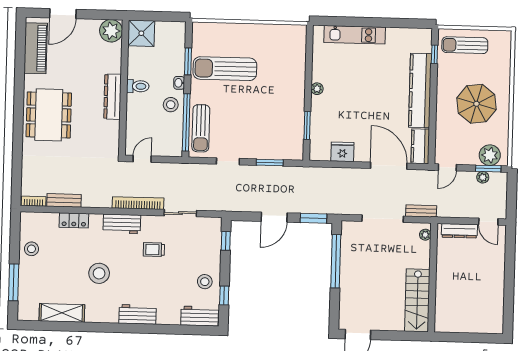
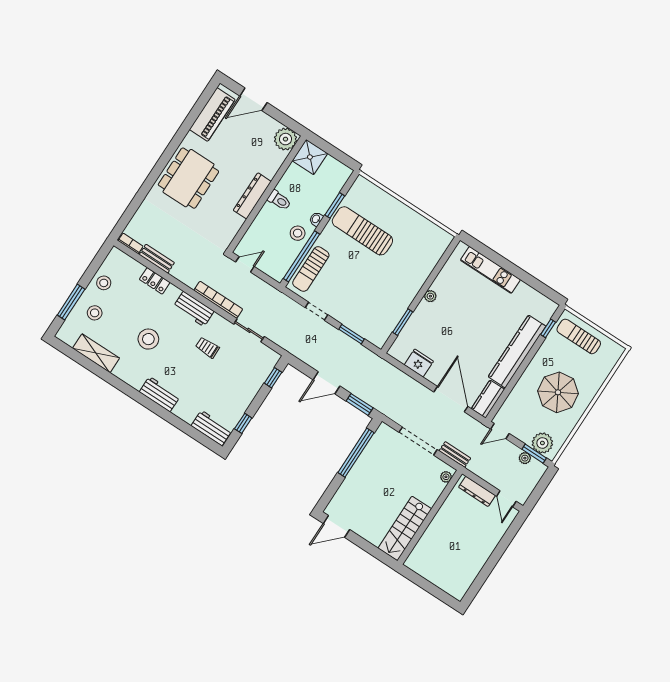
stool: (205, 282) -> (95, 313), moved

